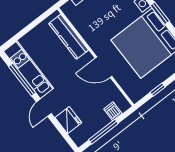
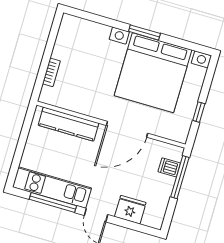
door: (104, 67) -> (127, 129), width x1.36
window: (103, 132) -> (180, 177), moved

